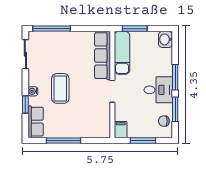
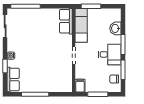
washbasin: (165, 39) -> (115, 28), moved
row of seats: (103, 56) -> (66, 21), width x0.68
coffee table: (60, 88) -> (33, 53), removed

